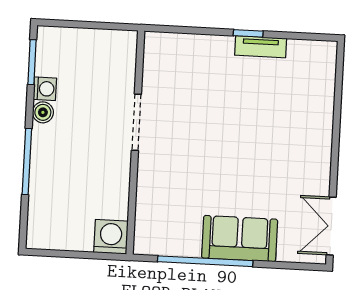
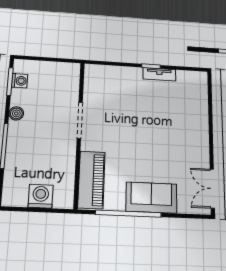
washing machine: (45, 89) -> (20, 81), moved
piano: (153, 212) -> (91, 180), added
washing machine: (111, 237) -> (41, 196), moved

